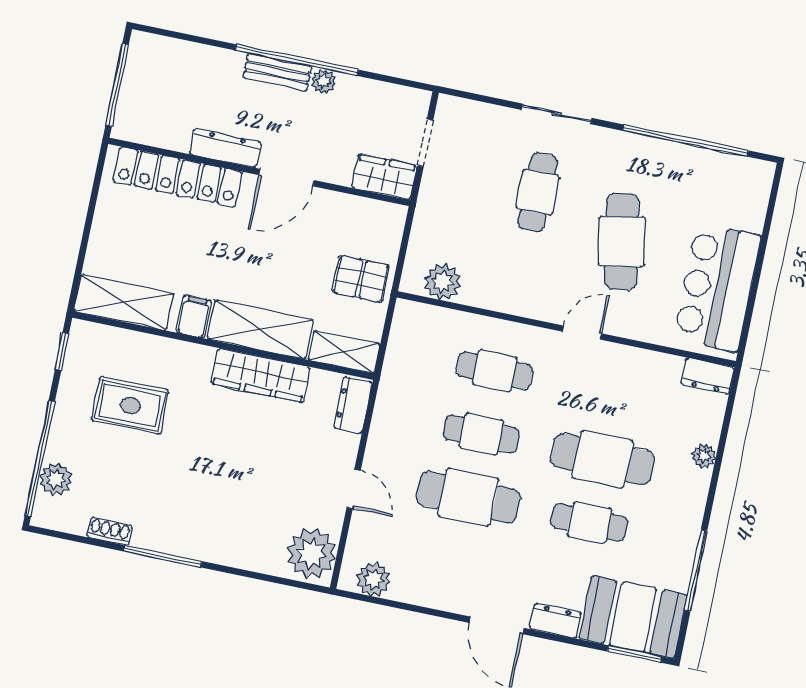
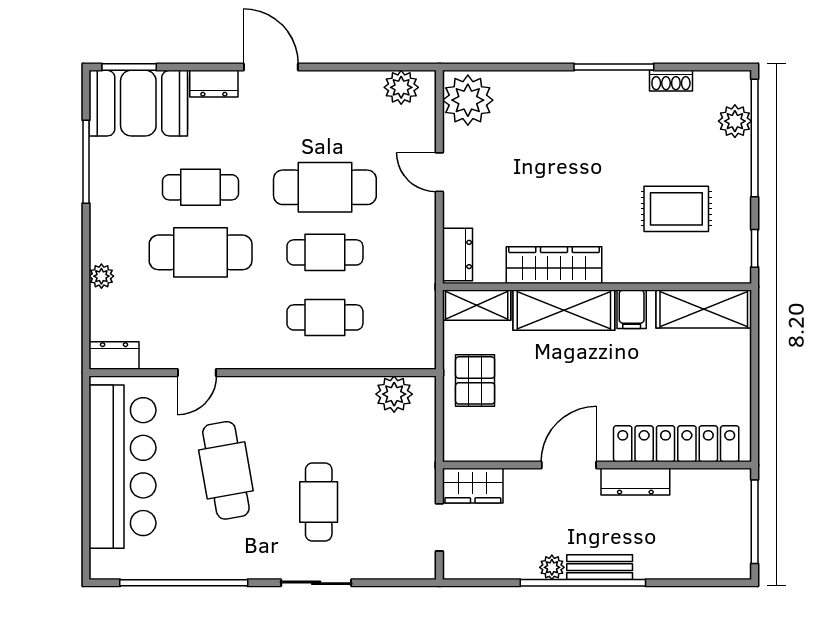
pallet: (361, 279) -> (475, 380), turned 90
bar counter: (717, 287) -> (123, 467), width x1.36
door: (582, 333) -> (197, 373), moved

